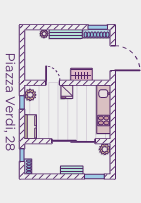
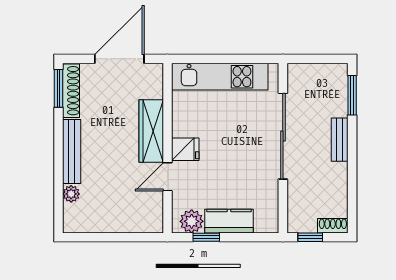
wardrobe: (81, 74) -> (151, 131), width x1.50
kitchen counter: (30, 127) -> (229, 221), moved
plant: (105, 149) -> (298, 75), removed

